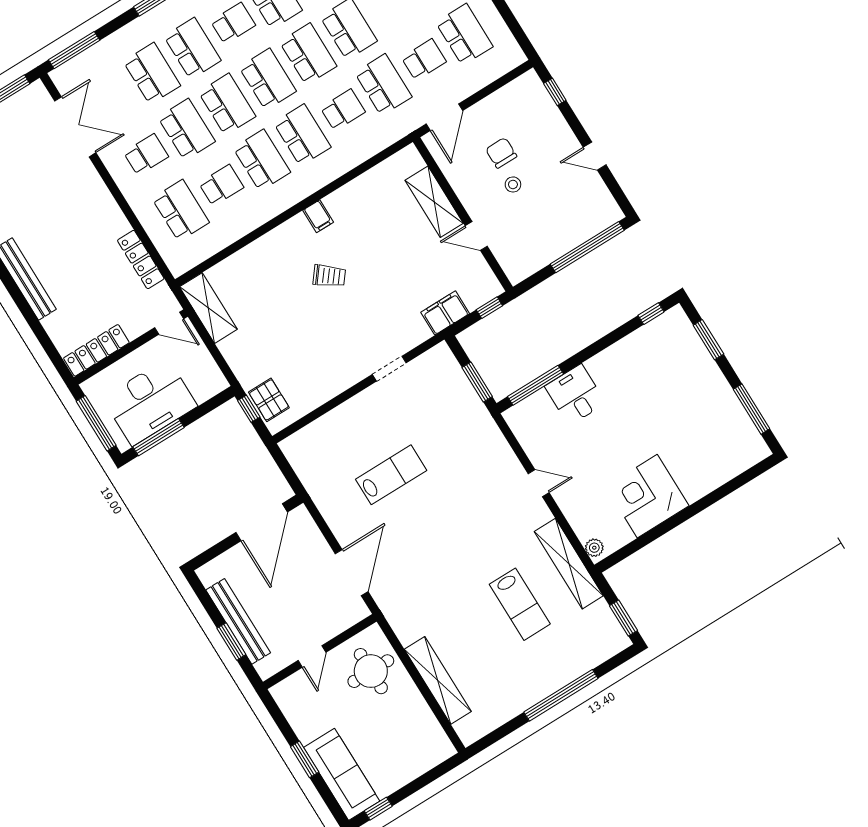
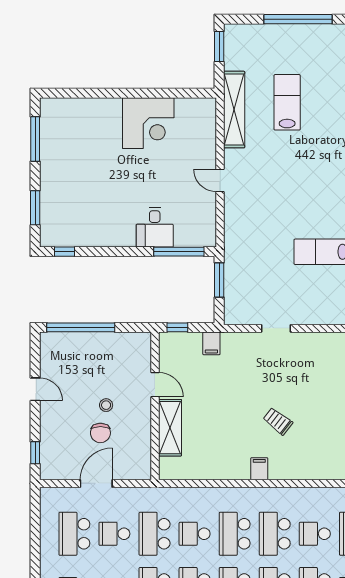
door: (444, 117) -> (96, 483), moved
filing cabinet: (445, 313) -> (211, 343), width x0.50
plant: (594, 548) -> (209, 110), removed

